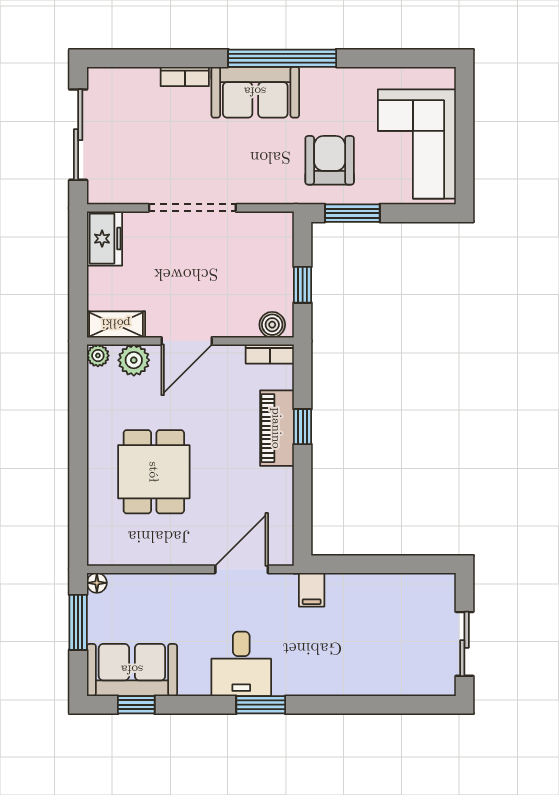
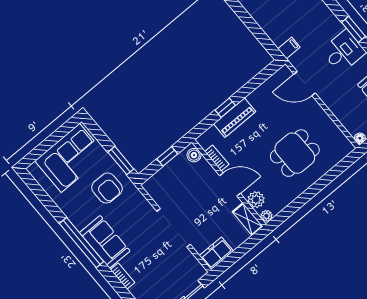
armchair: (330, 160) -> (107, 188), turned -90
bookcase: (270, 354) -> (217, 158), moved

